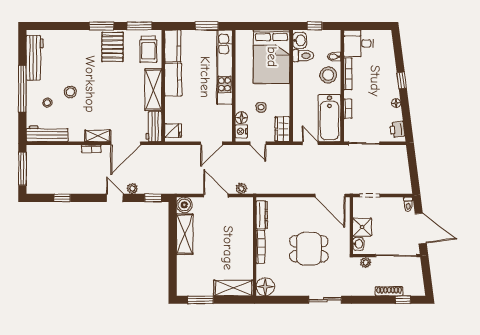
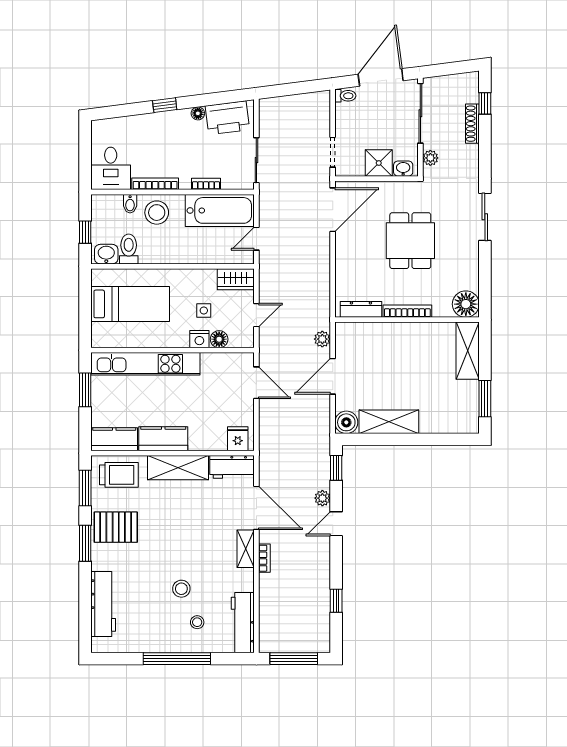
bed: (272, 57) -> (130, 304), width x0.67
workbench: (35, 58) -> (103, 604), moved, turned 90
printer: (397, 129) -> (227, 118), width x1.87, depth x1.48
nightstand: (241, 131) -> (199, 339), moved

